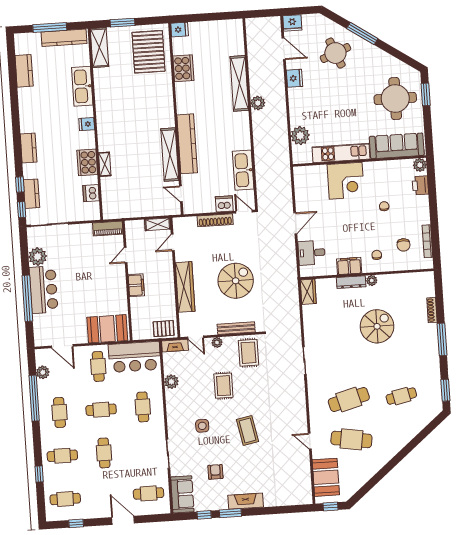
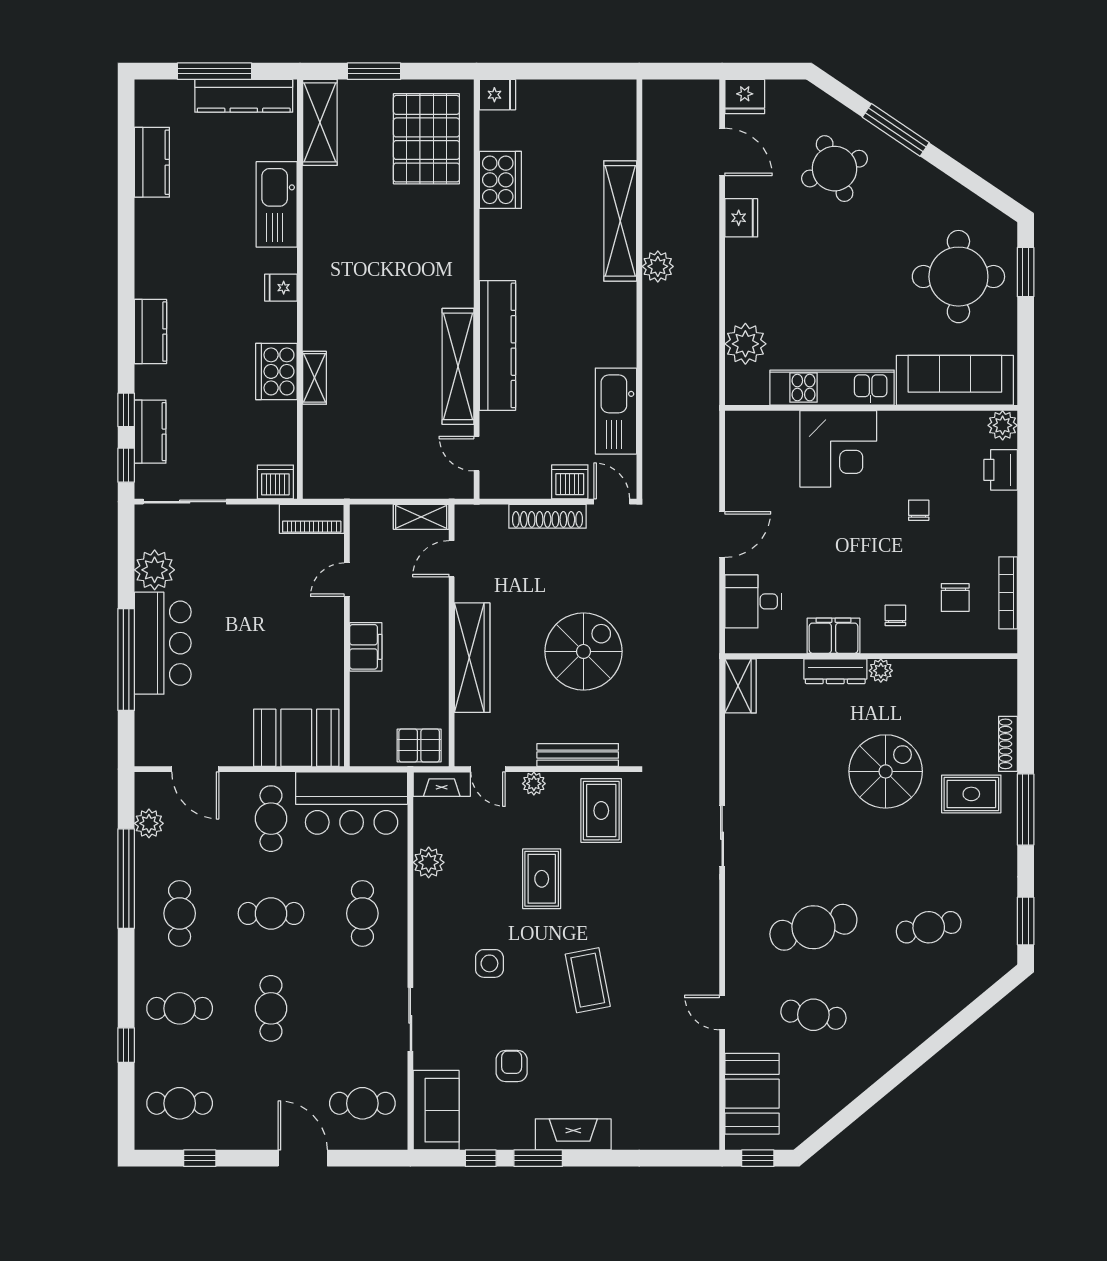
dishwasher: (91, 193) -> (275, 482), moved, turned 90
rug: (417, 334) -> (971, 794), added
cafe table: (351, 439) -> (813, 1015), width x0.73, depth x0.74

